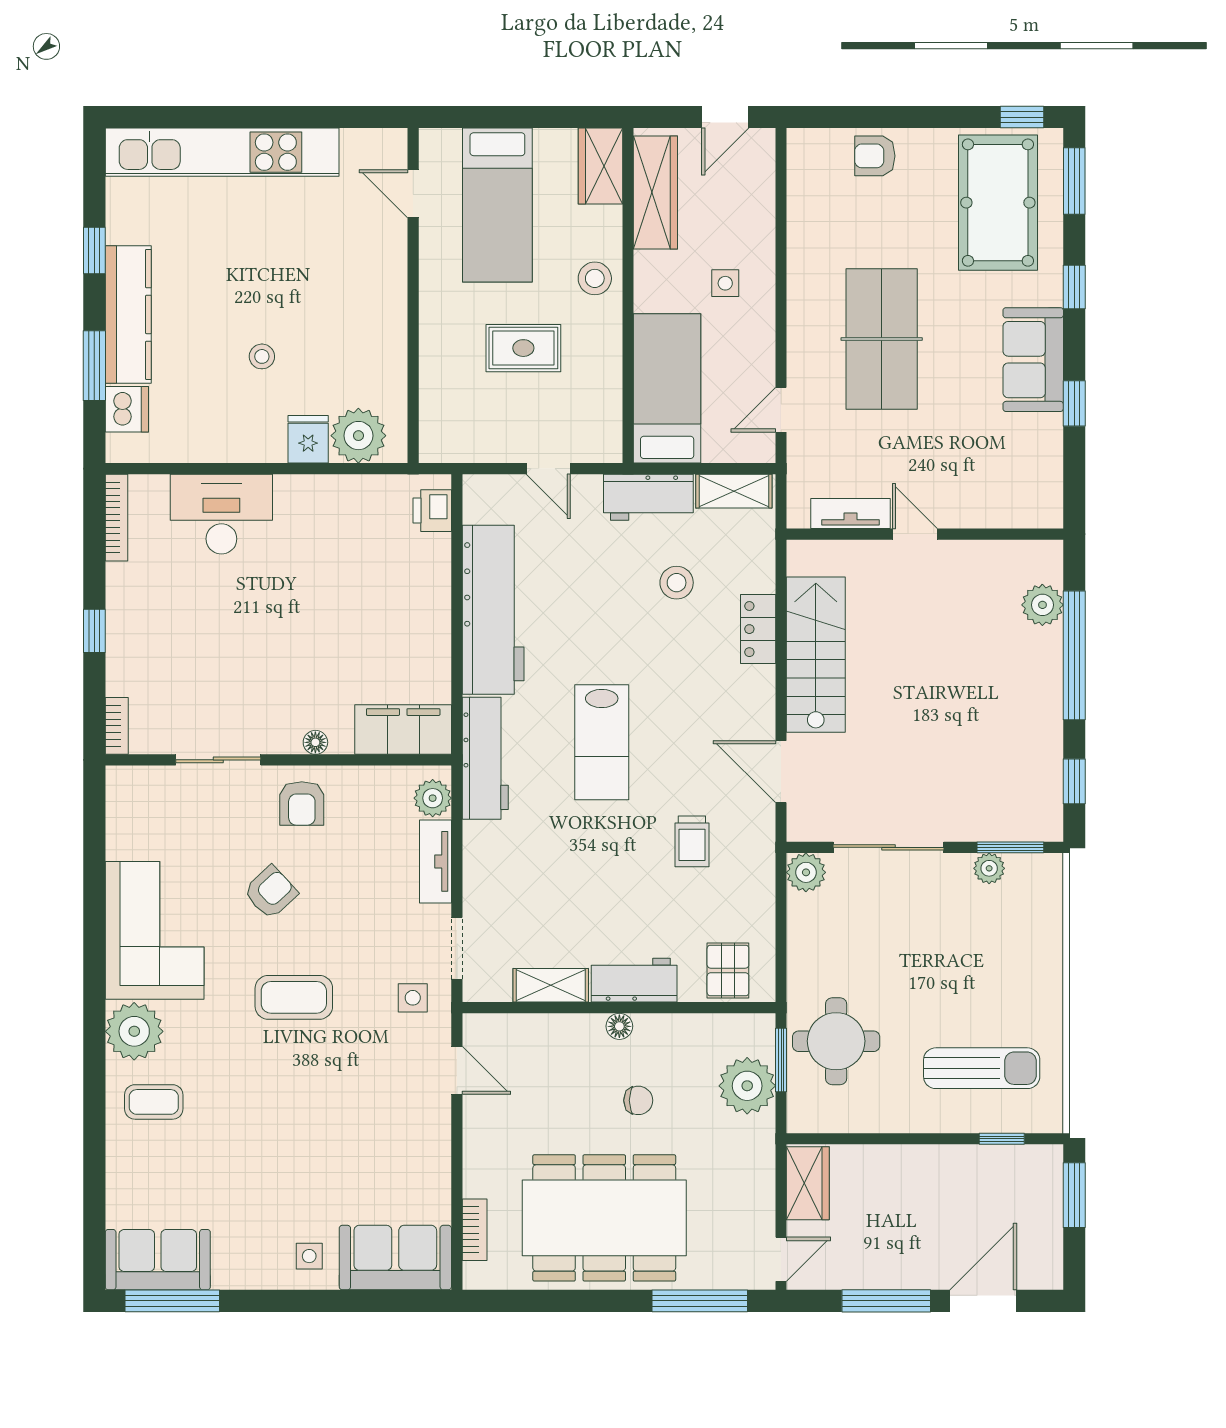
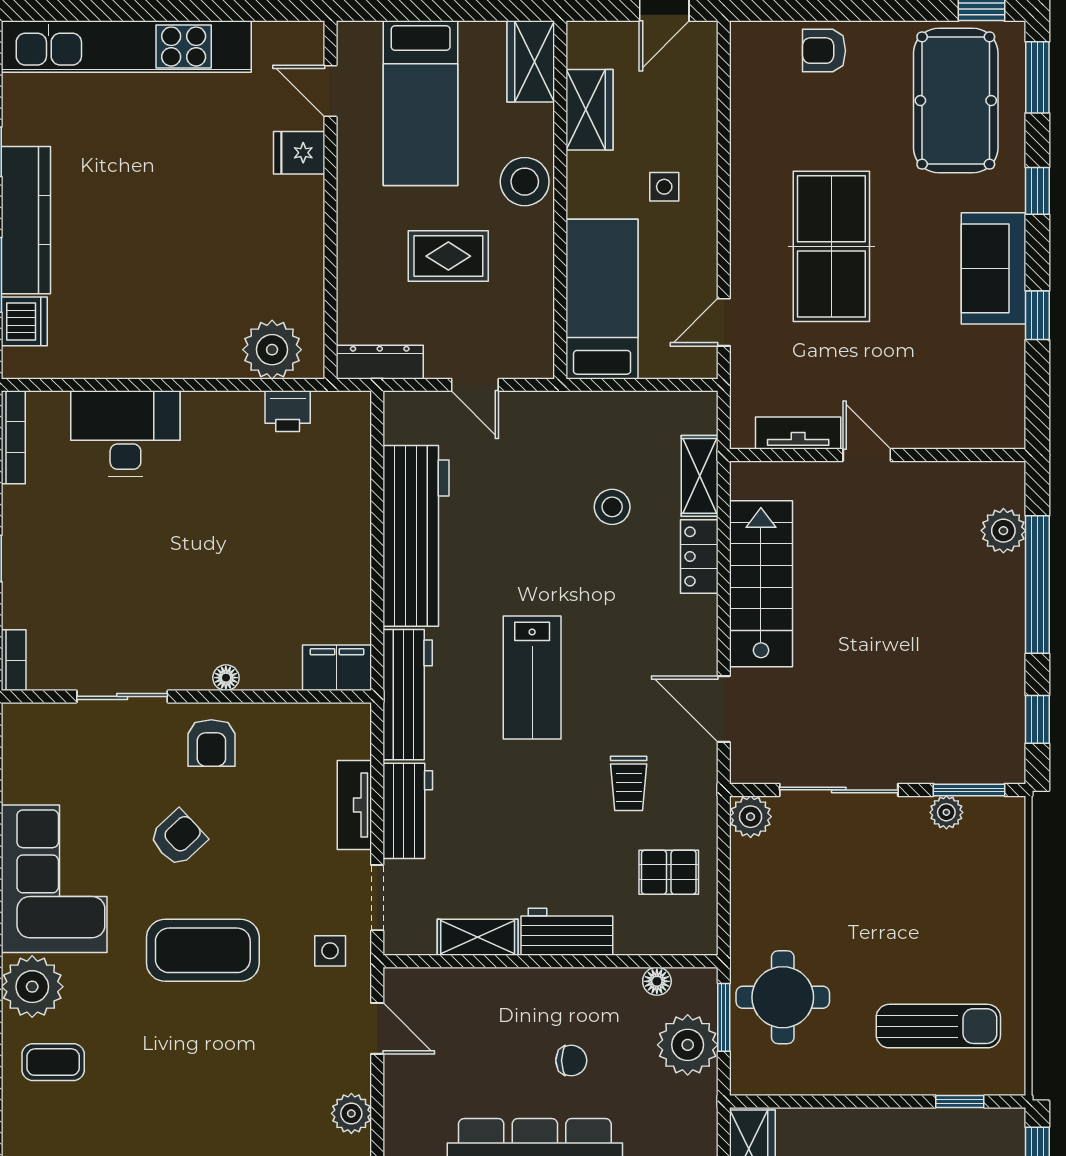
wardrobe: (655, 192) -> (589, 110), width x0.67
stool: (595, 278) -> (525, 182), width x1.38, depth x1.38
stool: (262, 356) -> (169, 265), removed
fridge: (308, 439) -> (299, 153), moved, turned -90
dresser: (459, 447) -> (380, 362), added
shelving: (734, 491) -> (700, 476), moved, turned 90
workbench: (648, 497) -> (408, 811), moved, turned -90
printer: (432, 511) -> (288, 411), moved, turned -90
filing cabinet: (403, 730) -> (337, 668), width x0.67, depth x0.86
plant: (433, 798) -> (351, 1113), moved
pallet: (728, 970) -> (669, 872), moved, turned 90
coffee table: (294, 997) -> (203, 950), width x1.36, depth x1.32
floor lamp: (619, 1026) -> (657, 981), moved

